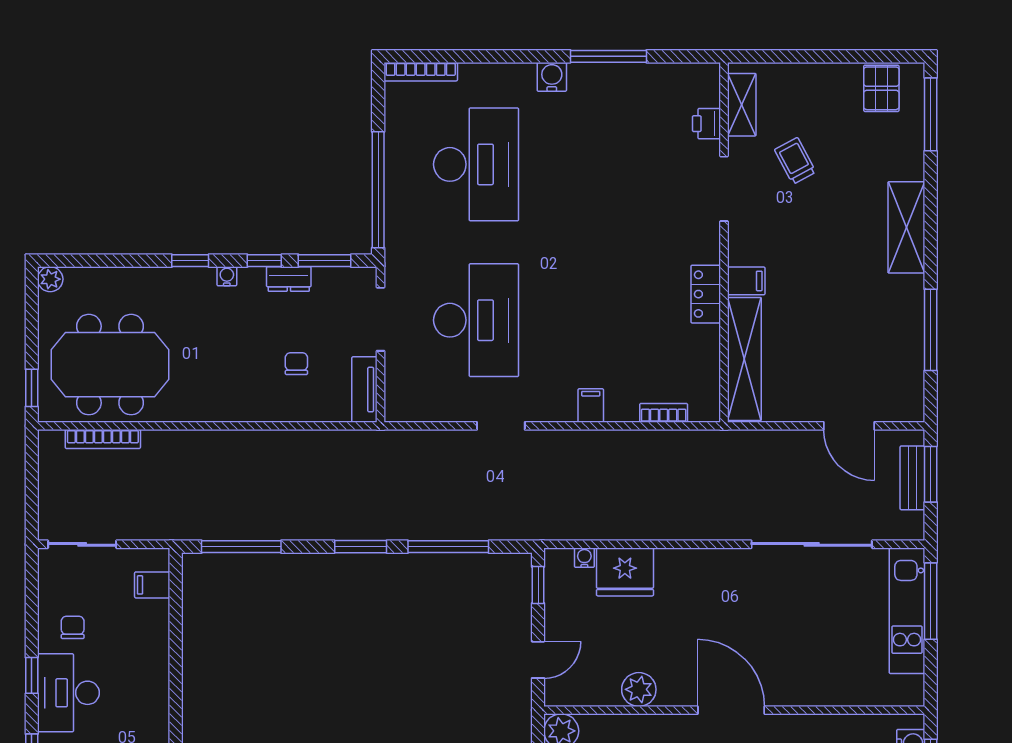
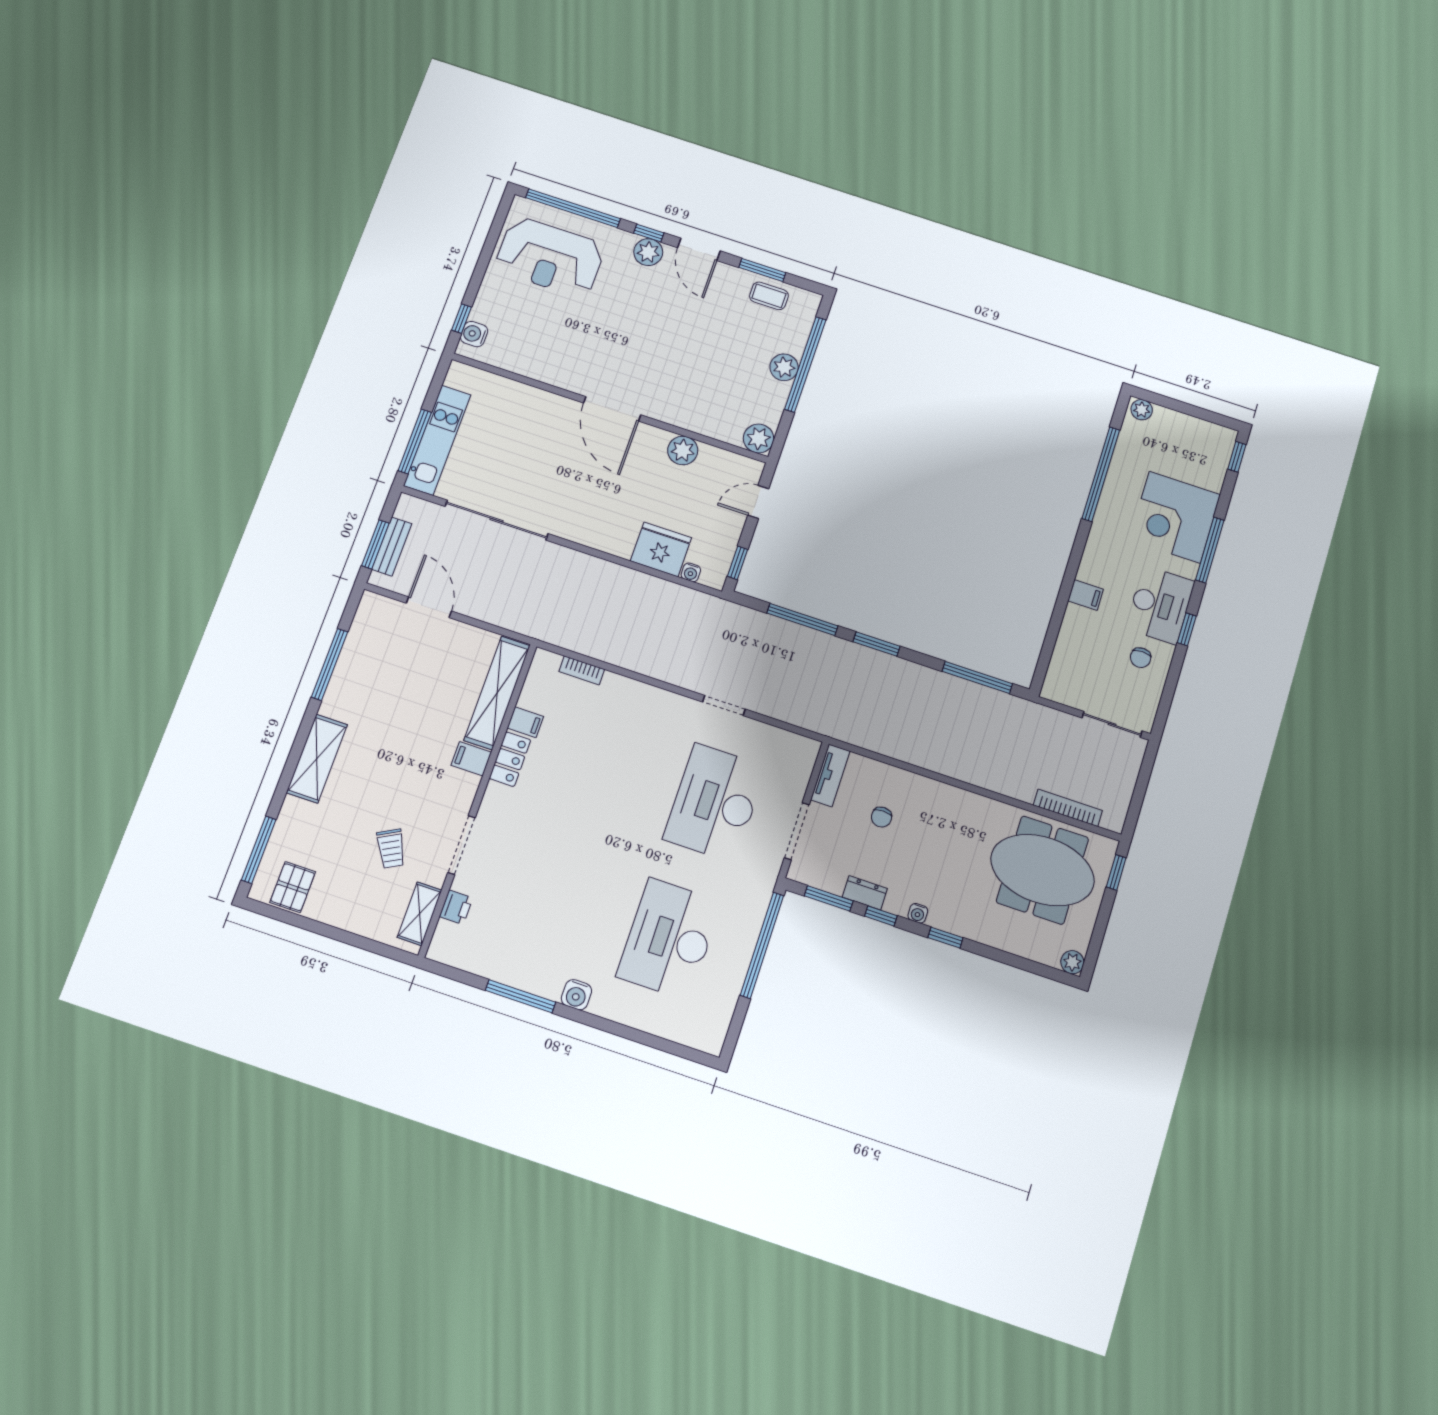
bookcase: (421, 72) -> (690, 1038), removed
filing cabinet: (591, 405) -> (525, 722), moved, turned -90
filing cabinet: (152, 585) -> (1086, 595), moved

